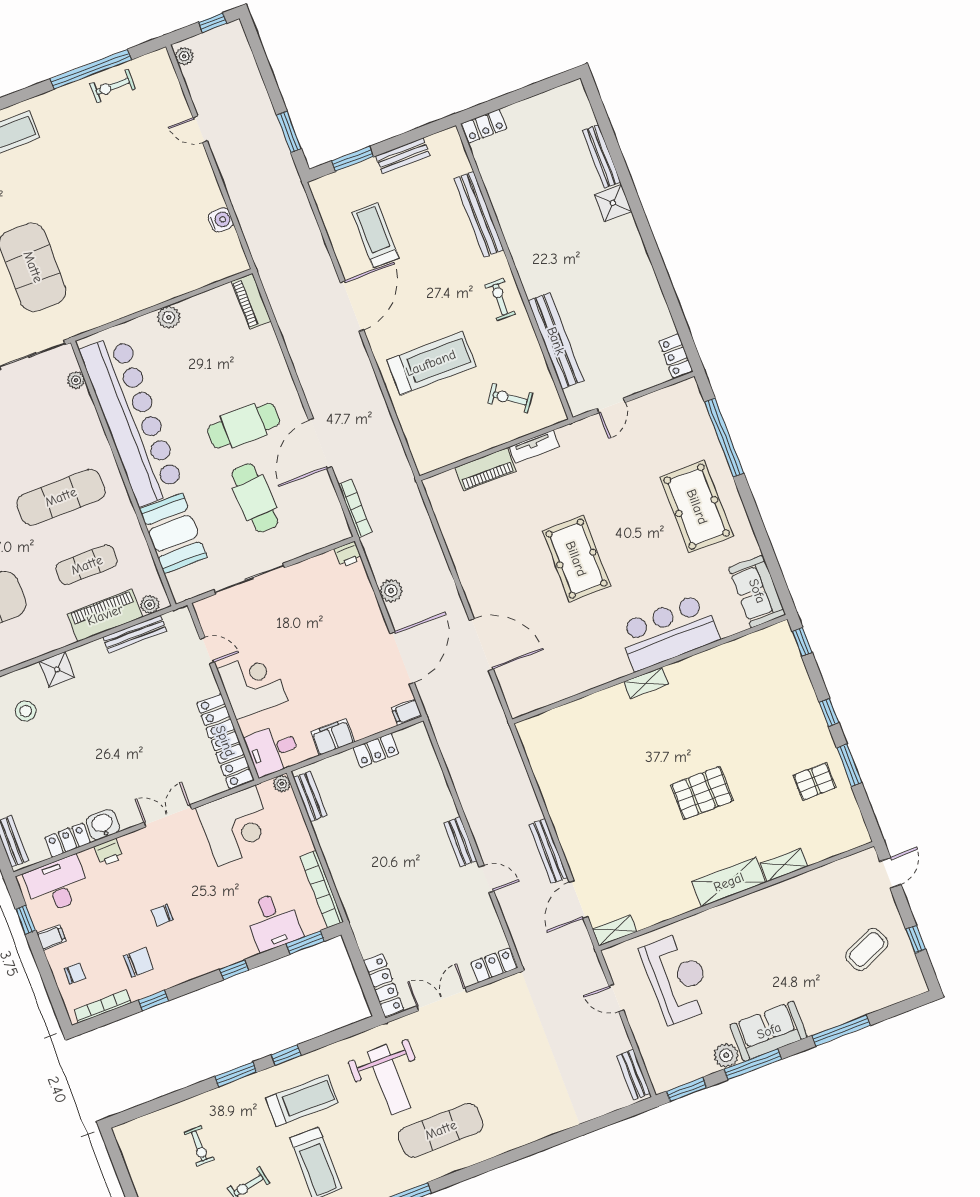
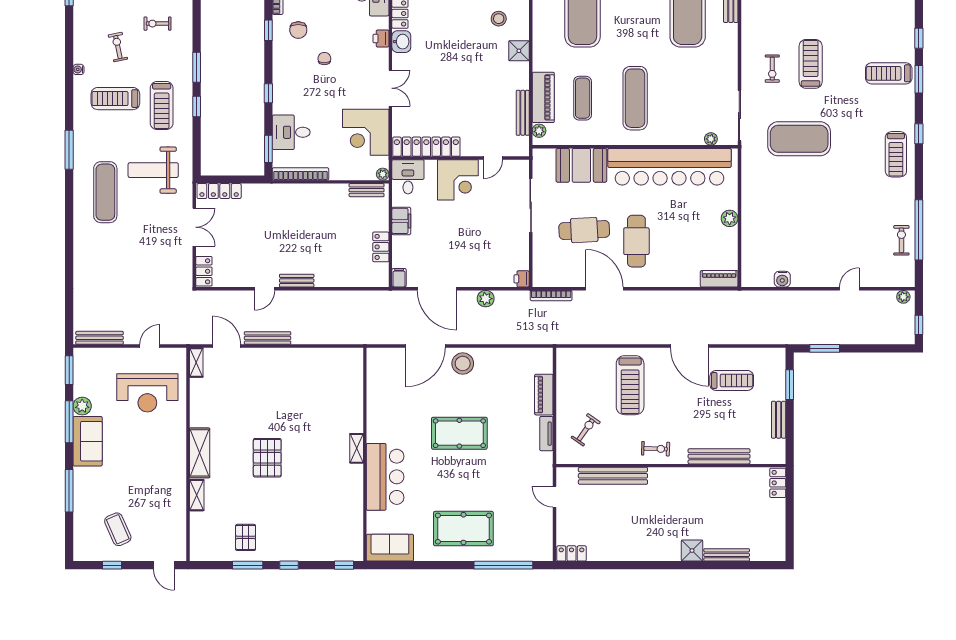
stool: (485, 588) -> (463, 363), added
bench: (633, 1075) -> (100, 338), width x1.36

